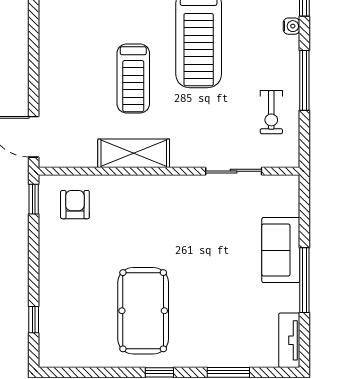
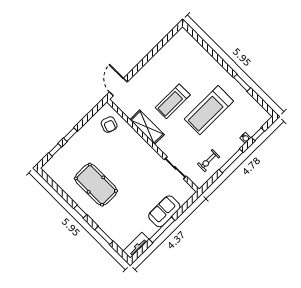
window: (34, 199) -> (70, 135), moved
armchair: (75, 205) -> (109, 125), turned 110
pool table: (143, 311) -> (96, 185), turned 90

